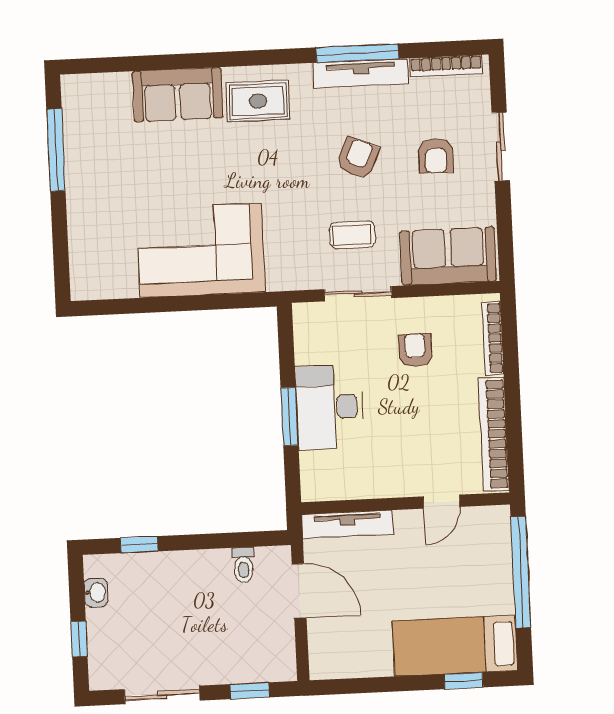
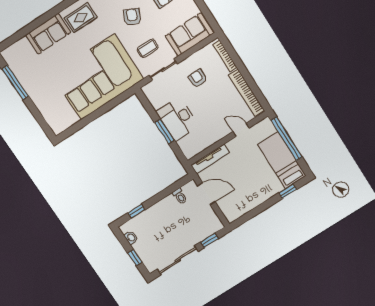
corner sofa: (201, 250) -> (98, 77), width x1.36, depth x1.36
door: (441, 502) -> (241, 130), swing flipped
bed: (455, 646) -> (282, 160), moved, turned 90
sliding door: (162, 695) -> (178, 260), width x1.37

